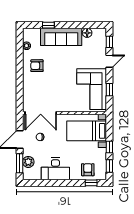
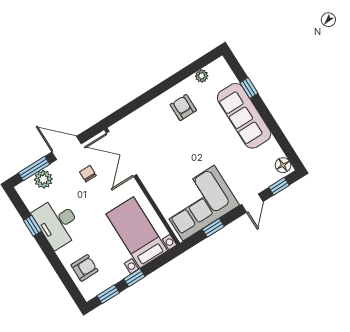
floor lamp: (87, 33) -> (283, 165), moved
door: (109, 61) -> (252, 203), hinge flipped
window: (91, 183) -> (32, 226), moved

